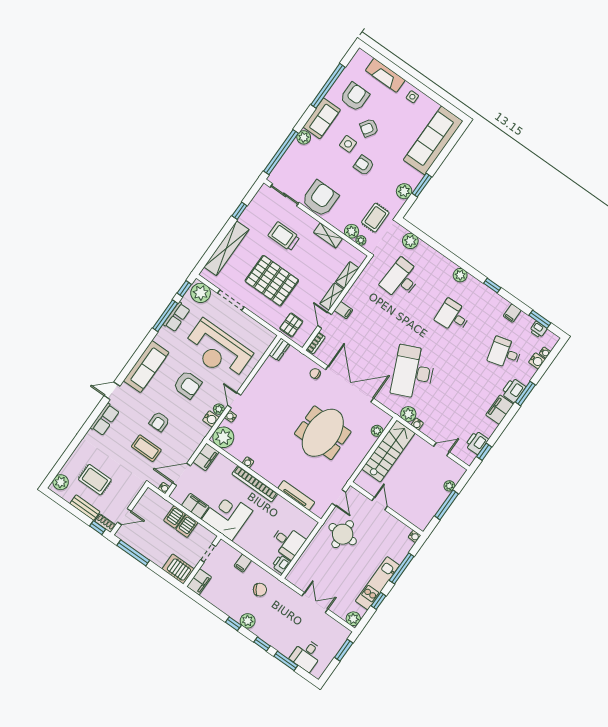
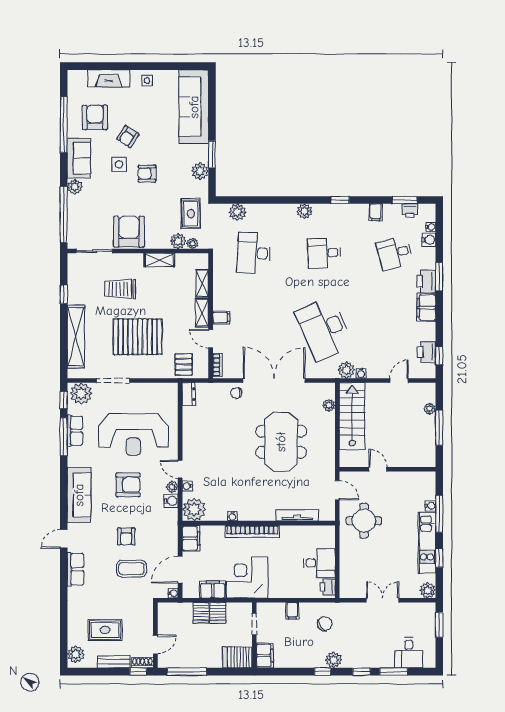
water cooler: (414, 536) -> (430, 506), moved

